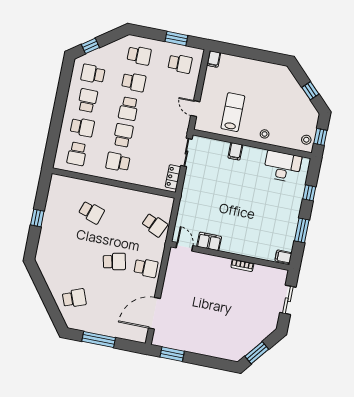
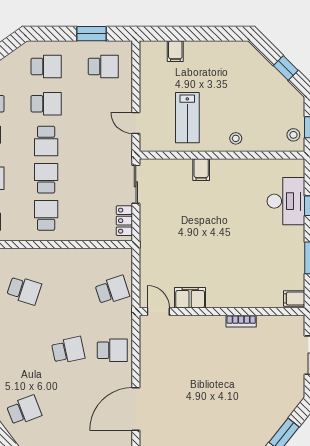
filing cabinet: (214, 59) -> (175, 51), moved
lab bench: (233, 112) -> (187, 118), turned 180
school desk: (118, 162) -> (46, 215), turned 90
desk: (282, 166) -> (286, 201), moved, turned 90
school desk: (155, 225) -> (112, 290), turned -42

